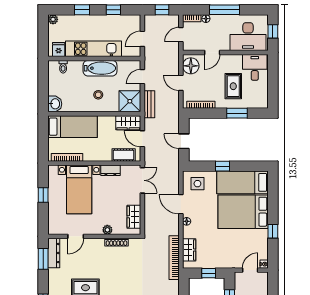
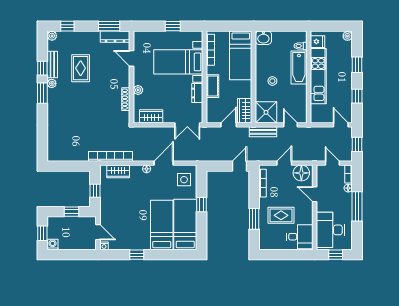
door: (142, 39) -> (341, 125), moved
bathtub: (100, 68) -> (299, 68), moved
door: (184, 141) -> (239, 166), moved
cot: (124, 155) -> (213, 86), moved
bed: (243, 212) -> (162, 225), width x0.67

